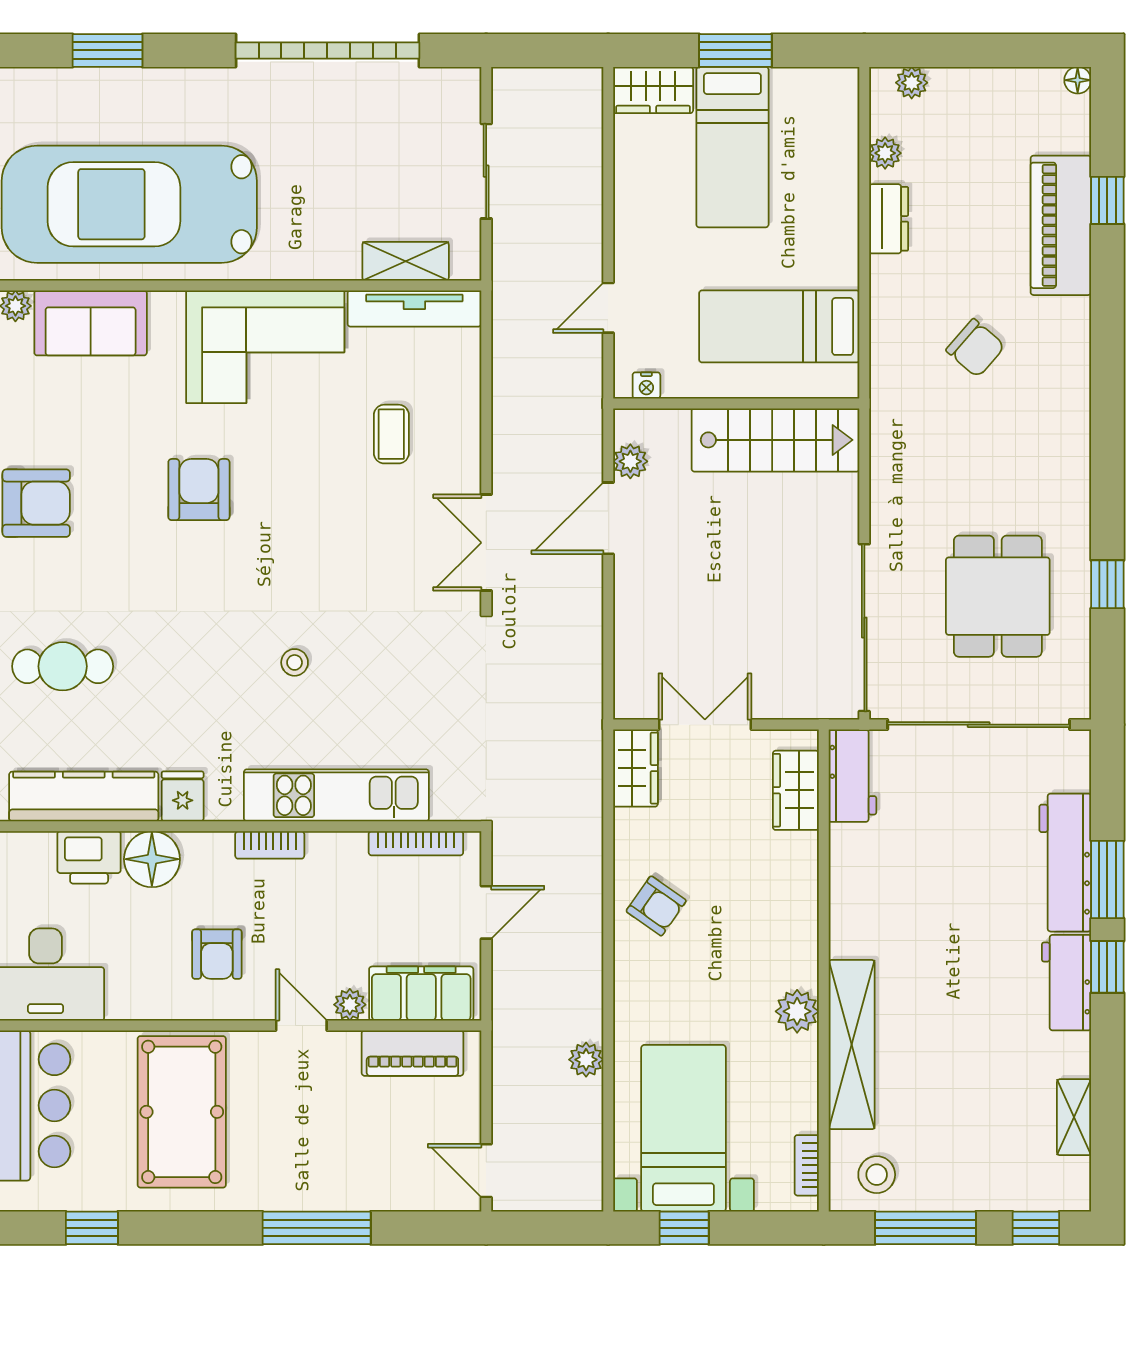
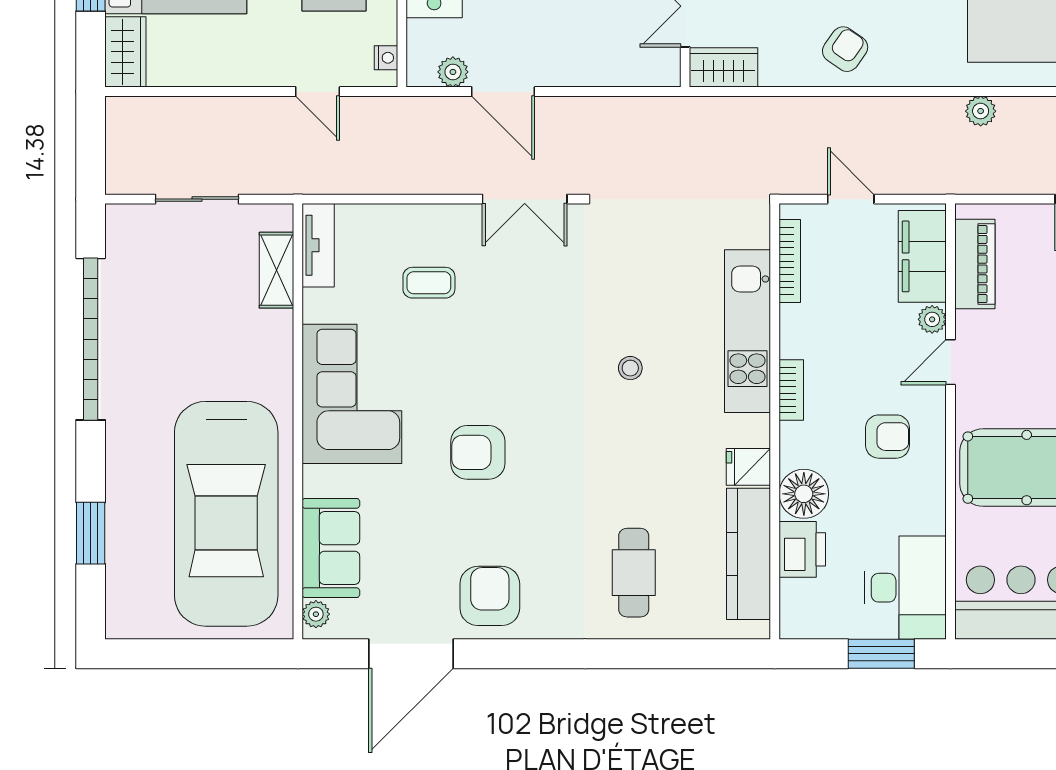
tv unit: (414, 309) -> (318, 245), width x0.71

